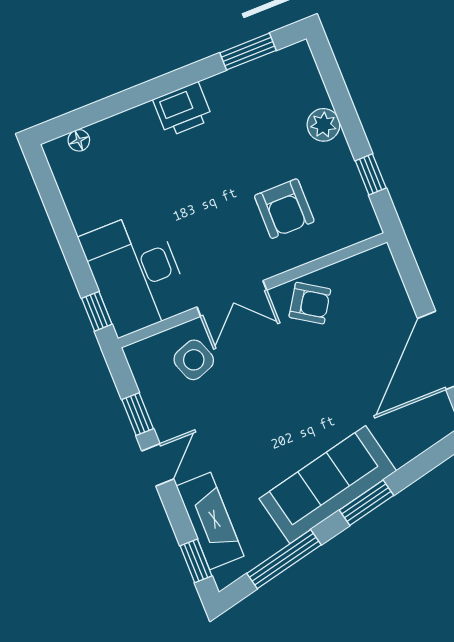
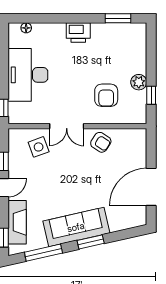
plant: (323, 125) -> (139, 82), moved
desk: (135, 273) -> (28, 75), moved

